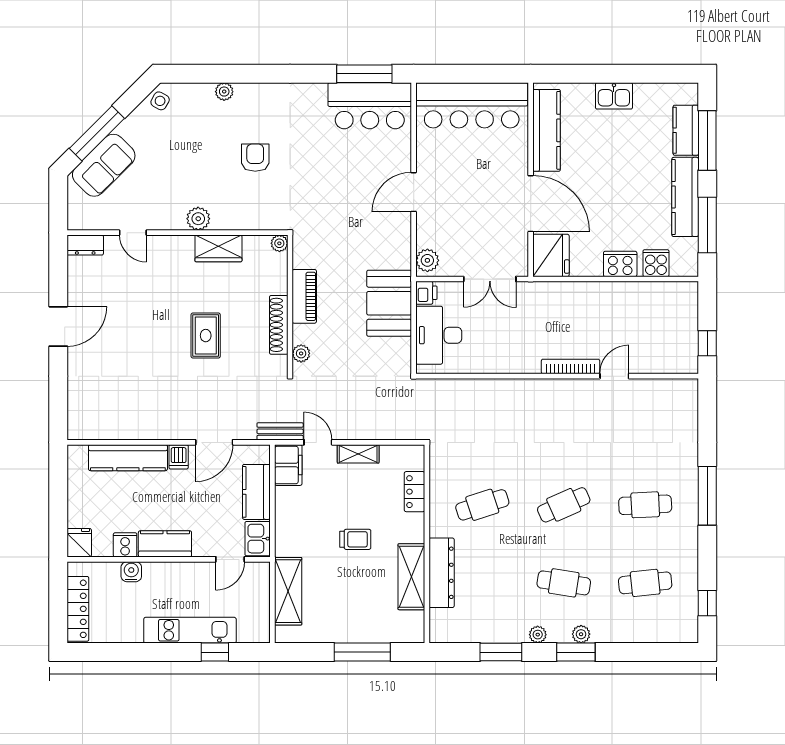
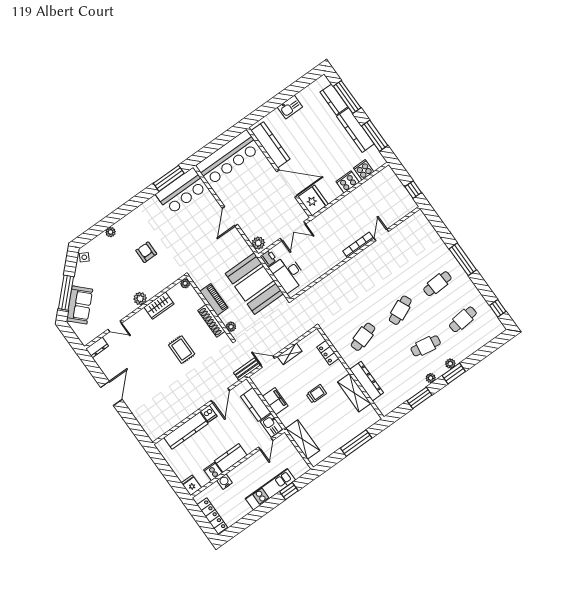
booth: (389, 303) -> (254, 284), width x1.36, depth x1.42
filing cabinet: (288, 465) -> (275, 401), moved

